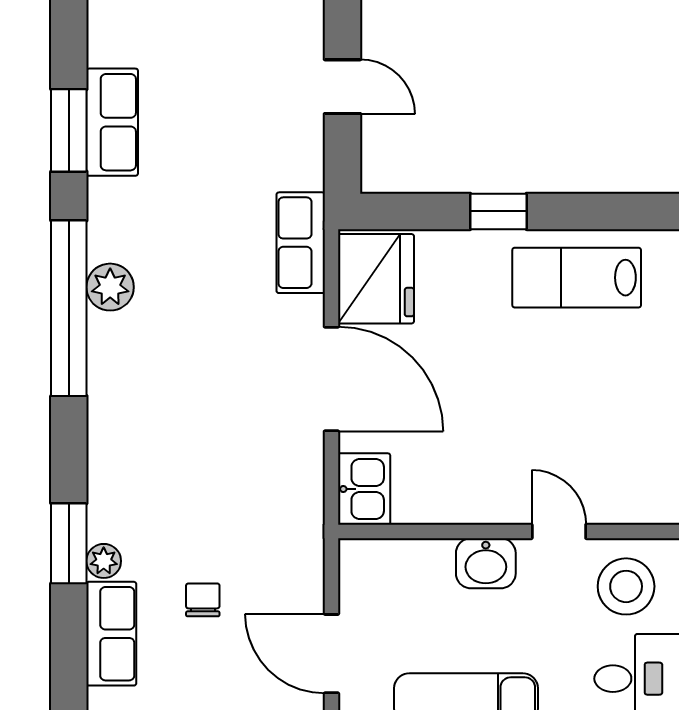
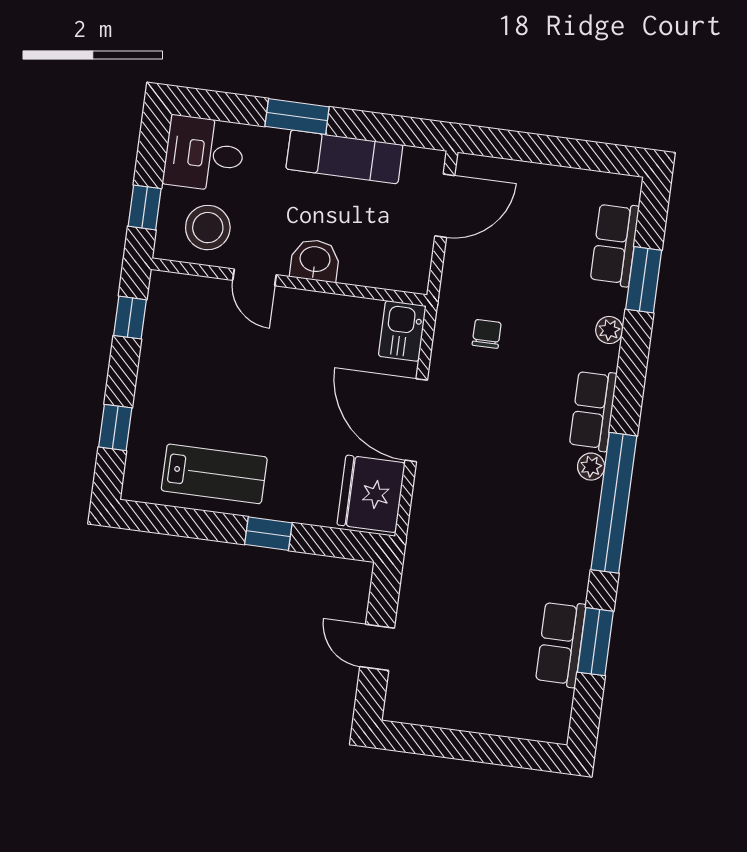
row of seats: (301, 243) -> (593, 410), moved, turned 180
plant: (110, 287) -> (591, 467), moved, width x0.73, depth x0.73
window: (69, 543) -> (644, 280), moved
plant: (104, 561) -> (609, 330), moved
chair: (203, 600) -> (487, 334), moved, turned 180
door: (331, 654) -> (445, 206), hinge flipped

